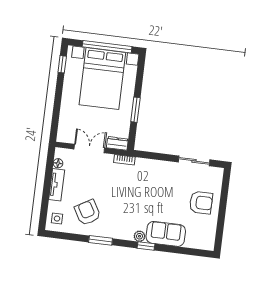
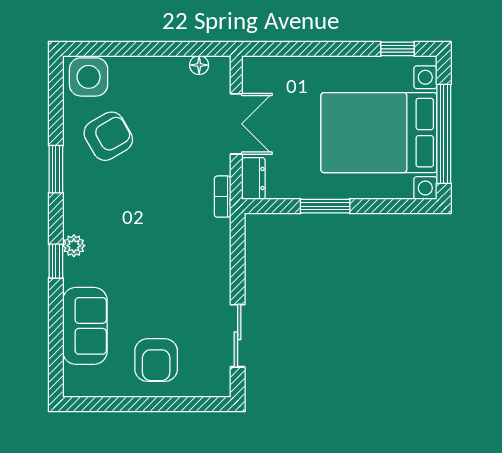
tv unit: (57, 185) -> (156, 68), removed
side table: (57, 219) -> (89, 77), width x1.87, depth x1.87
sofa: (166, 234) -> (85, 326), moved

